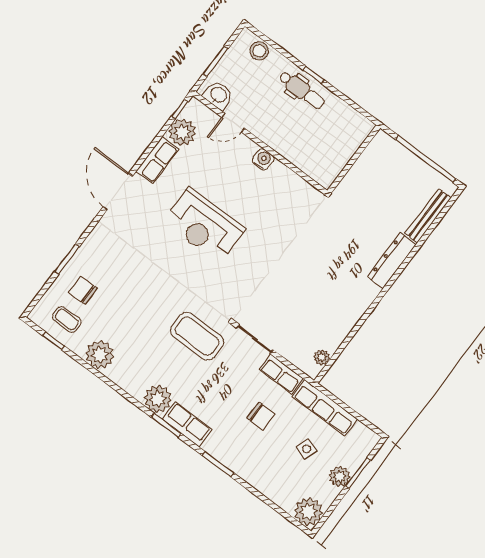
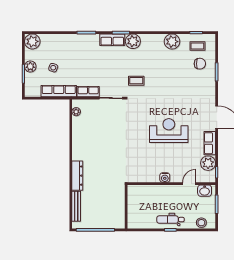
coffee table: (197, 336) -> (136, 81), width x0.54, depth x0.58
chair: (261, 416) -> (83, 67), removed

